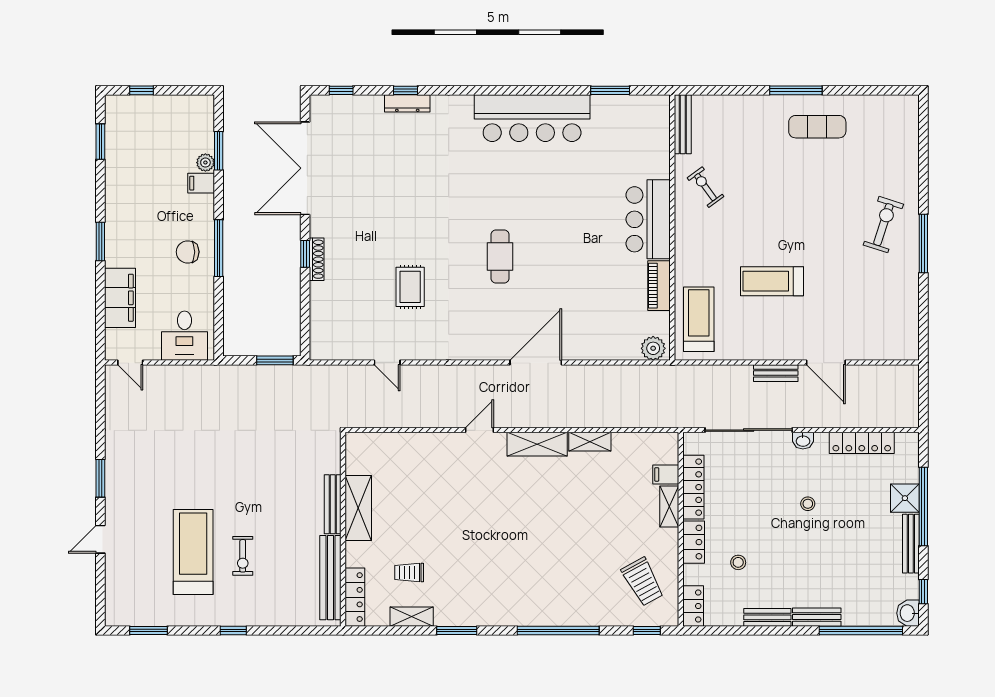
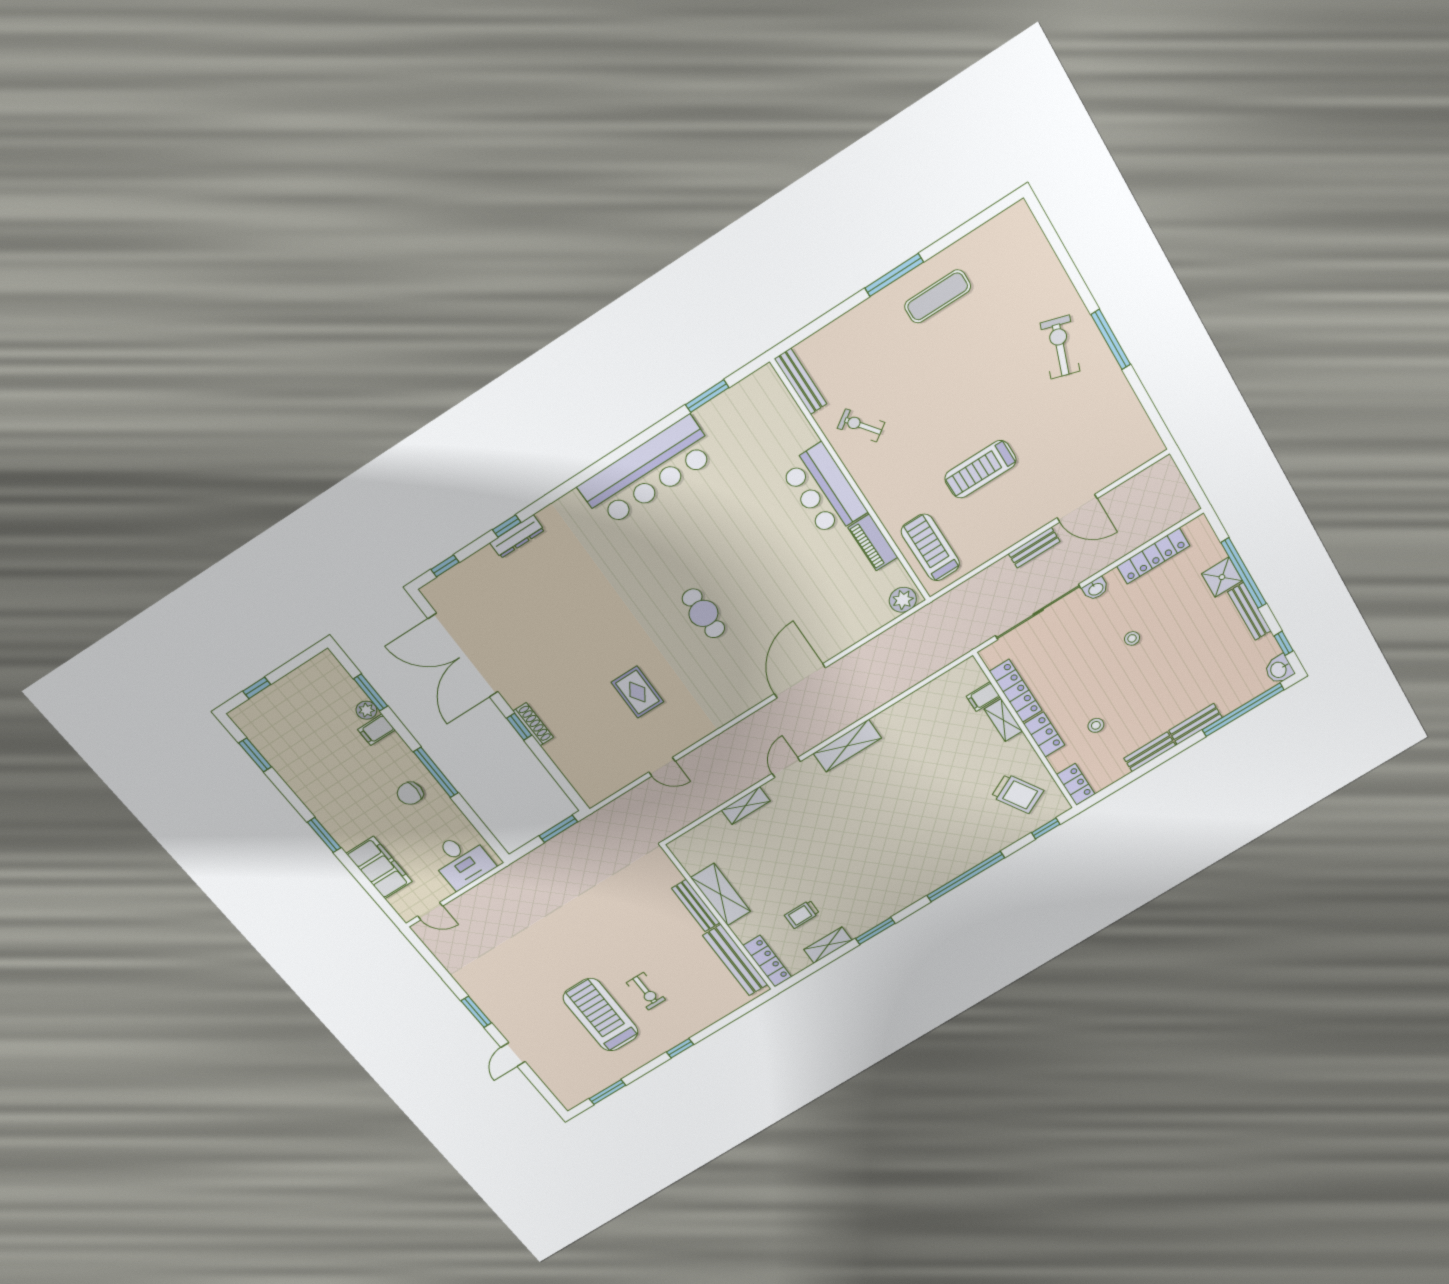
shelving: (590, 442) -> (746, 806), moved

